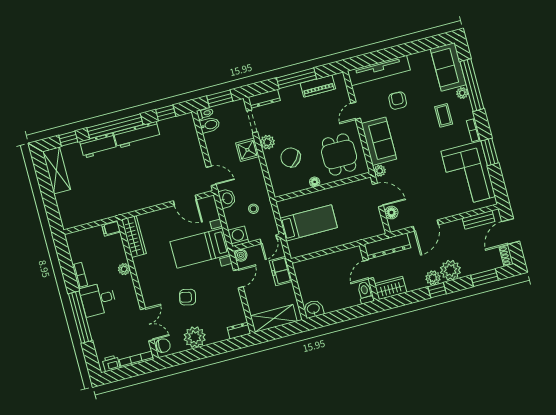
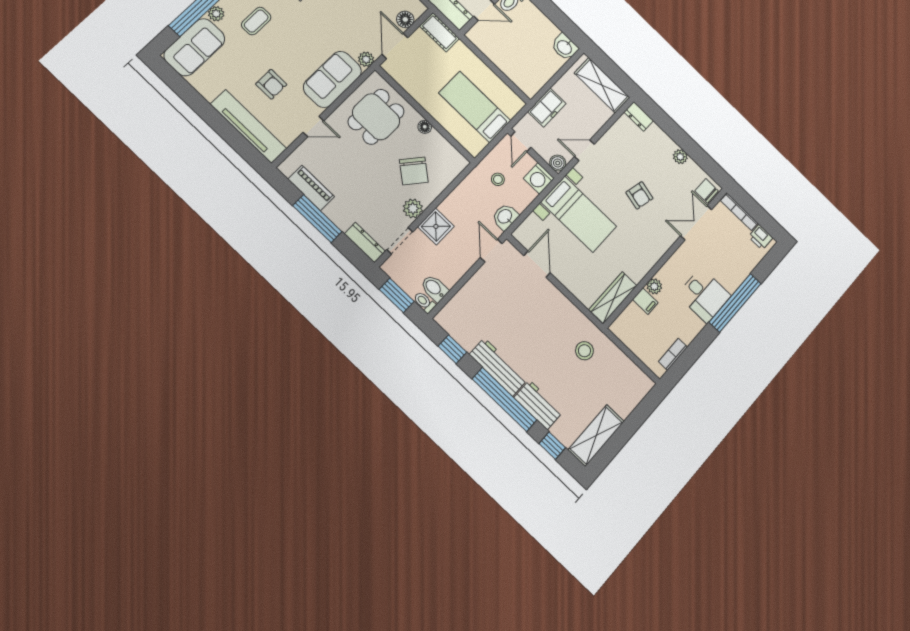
armchair: (398, 101) -> (271, 84), turned -92
stool: (113, 196) -> (584, 351), added
filing cabinet: (111, 228) -> (645, 301), moved
cot: (370, 230) -> (439, 32), added
door: (269, 239) -> (521, 142), swing flipped
bookcase: (80, 275) -> (673, 354), moved
plant: (195, 337) -> (680, 157), width x0.53, depth x0.53

